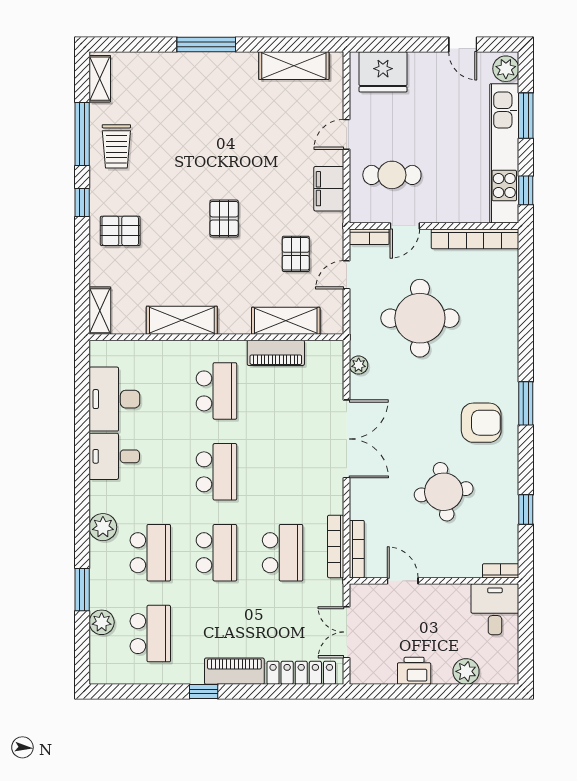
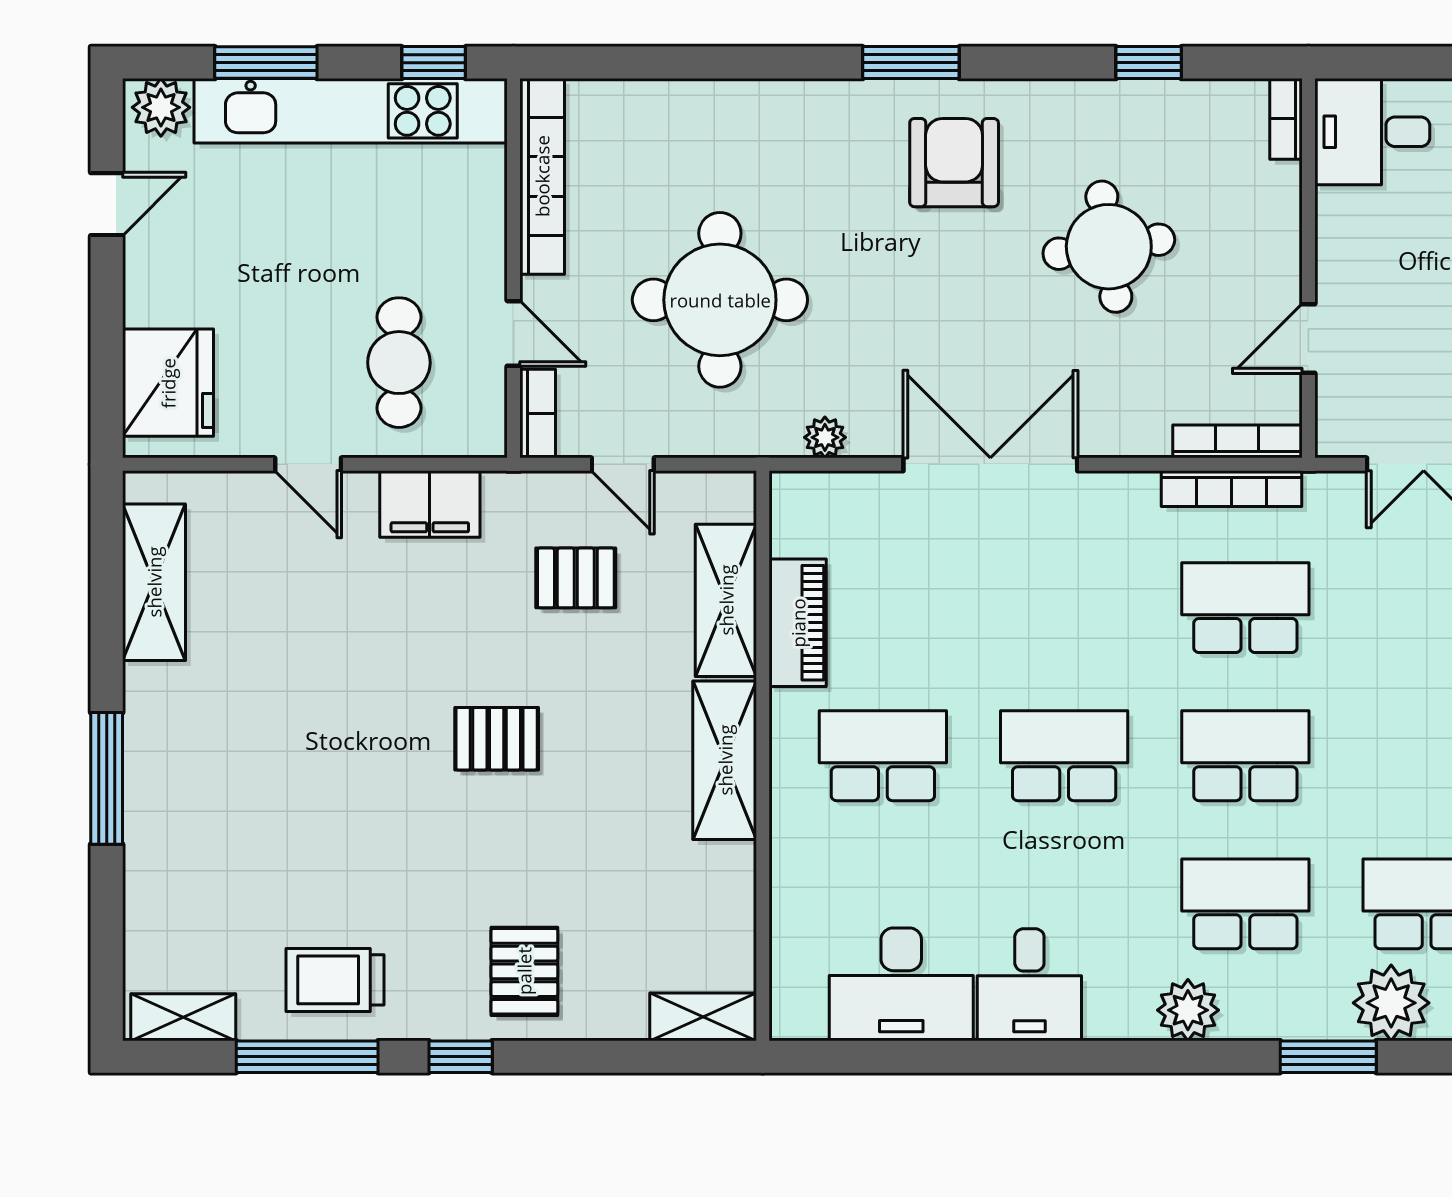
trolley: (116, 146) -> (335, 980), turned 180
shelving: (182, 320) -> (725, 760), moved
plant: (102, 622) -> (1391, 1003), width x1.36, depth x1.36

